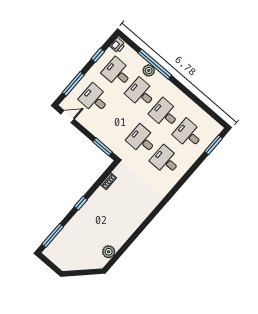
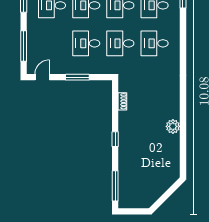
desk: (94, 99) -> (86, 43), moved
window: (102, 147) -> (77, 77), moved
plant: (109, 252) -> (173, 126), moved

